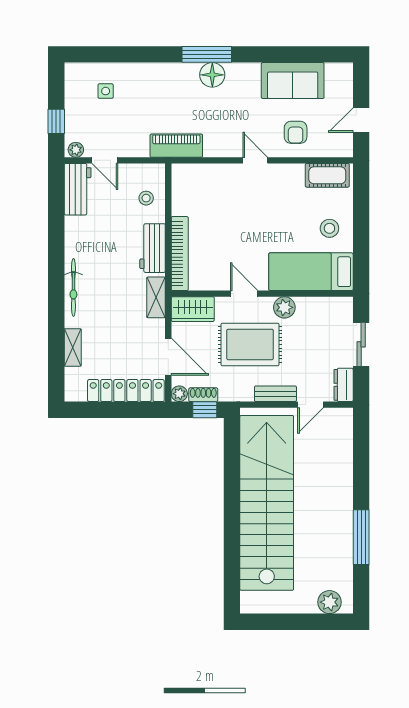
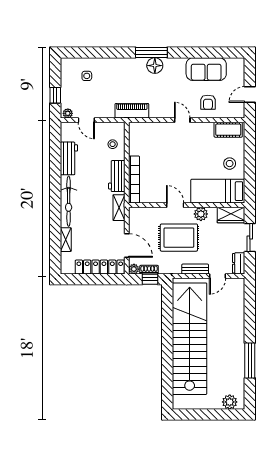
workbench: (78, 189) -> (69, 158), moved
bicycle: (73, 287) -> (69, 201), width x1.37, depth x1.40
wardrobe: (193, 309) -> (231, 215), moved

